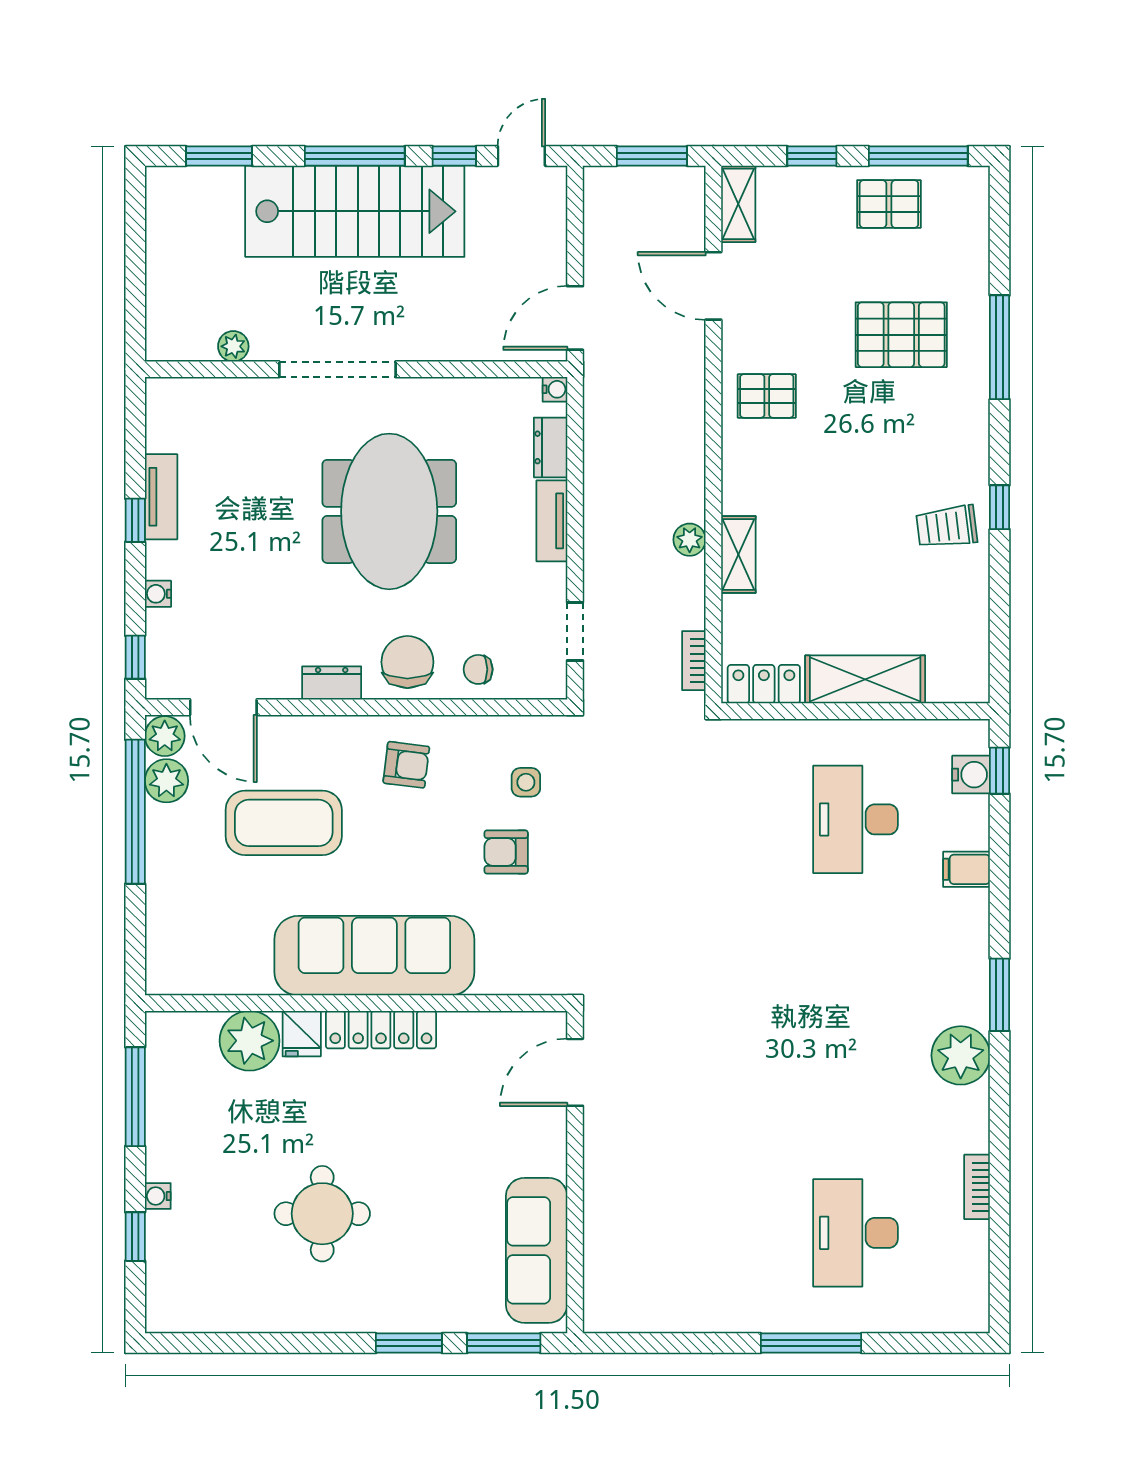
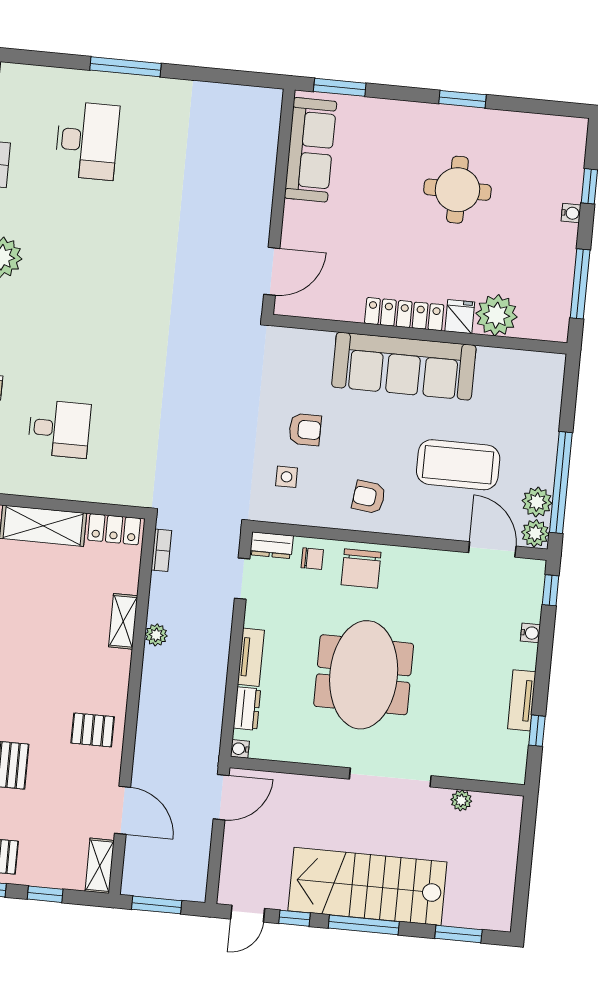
window: (135, 520) -> (537, 731), moved
dresser: (332, 683) -> (272, 545), moved
desk: (855, 819) -> (59, 429), width x0.73
window: (409, 1343) -> (463, 99), moved

